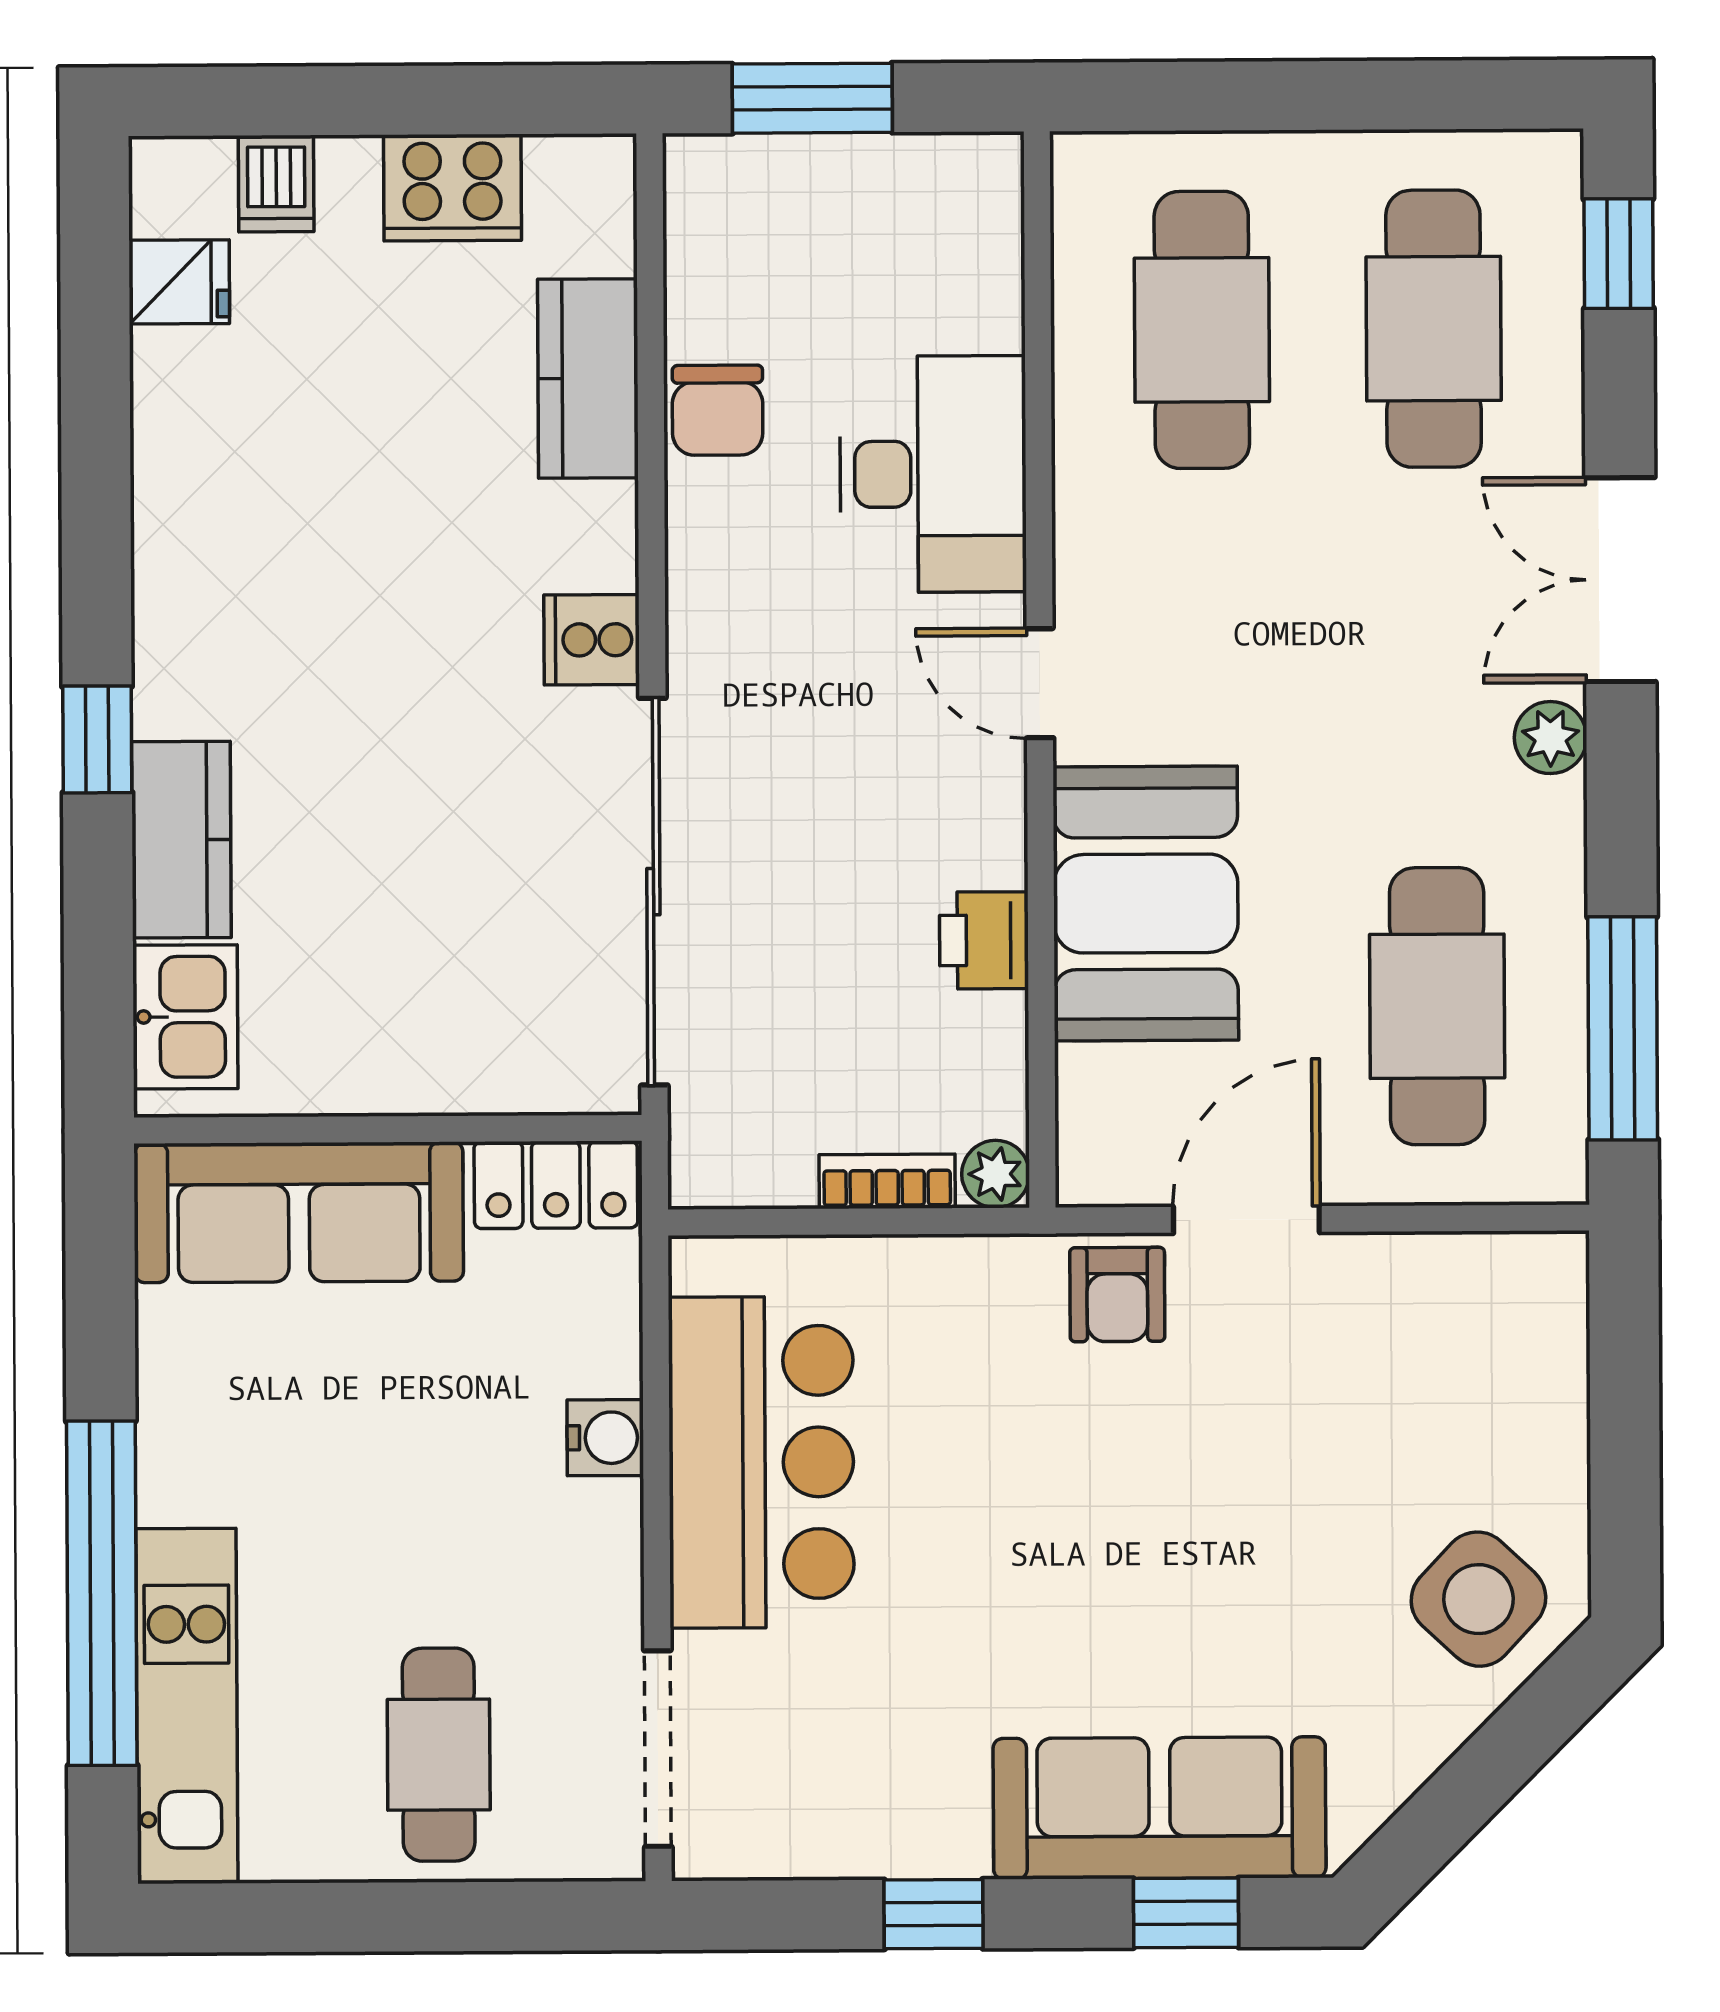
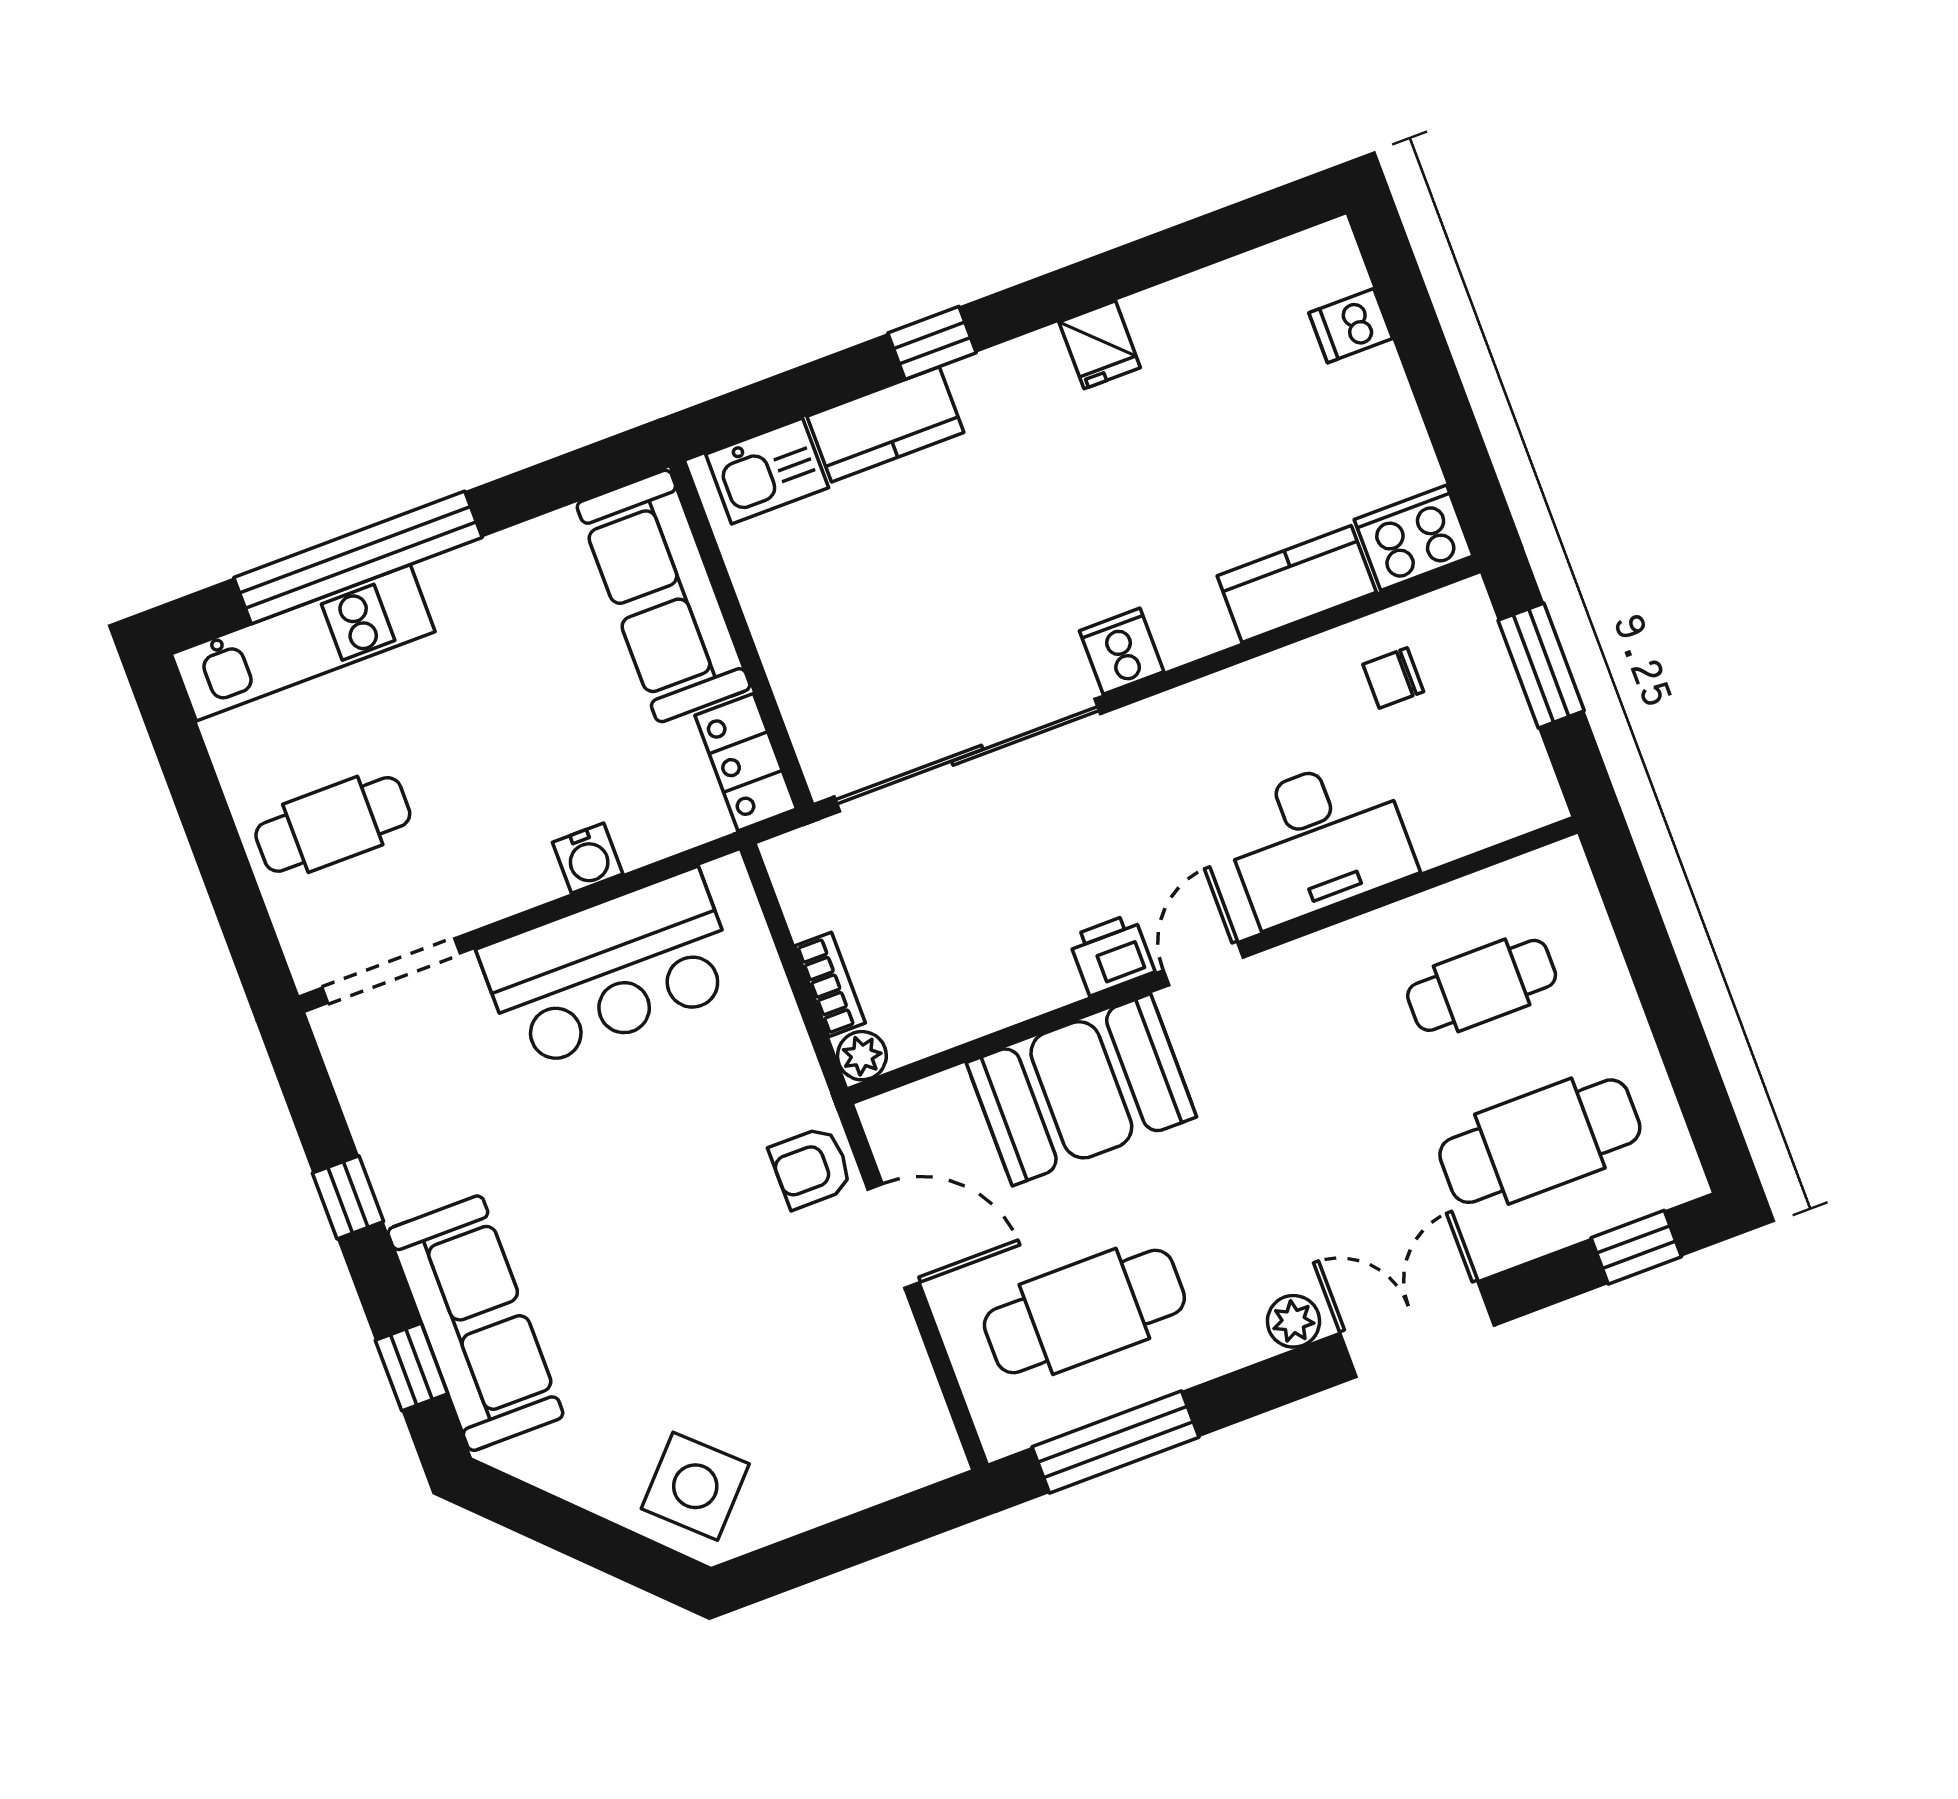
cooker: (452, 188) -> (1414, 538), moved, turned 90
fridge: (179, 282) -> (1100, 345), moved
cafe table: (1202, 330) -> (1482, 985), width x0.73, depth x0.74
chair: (718, 410) -> (1393, 678), moved, width x0.73, depth x0.73
printer: (984, 940) -> (1111, 954), moved

